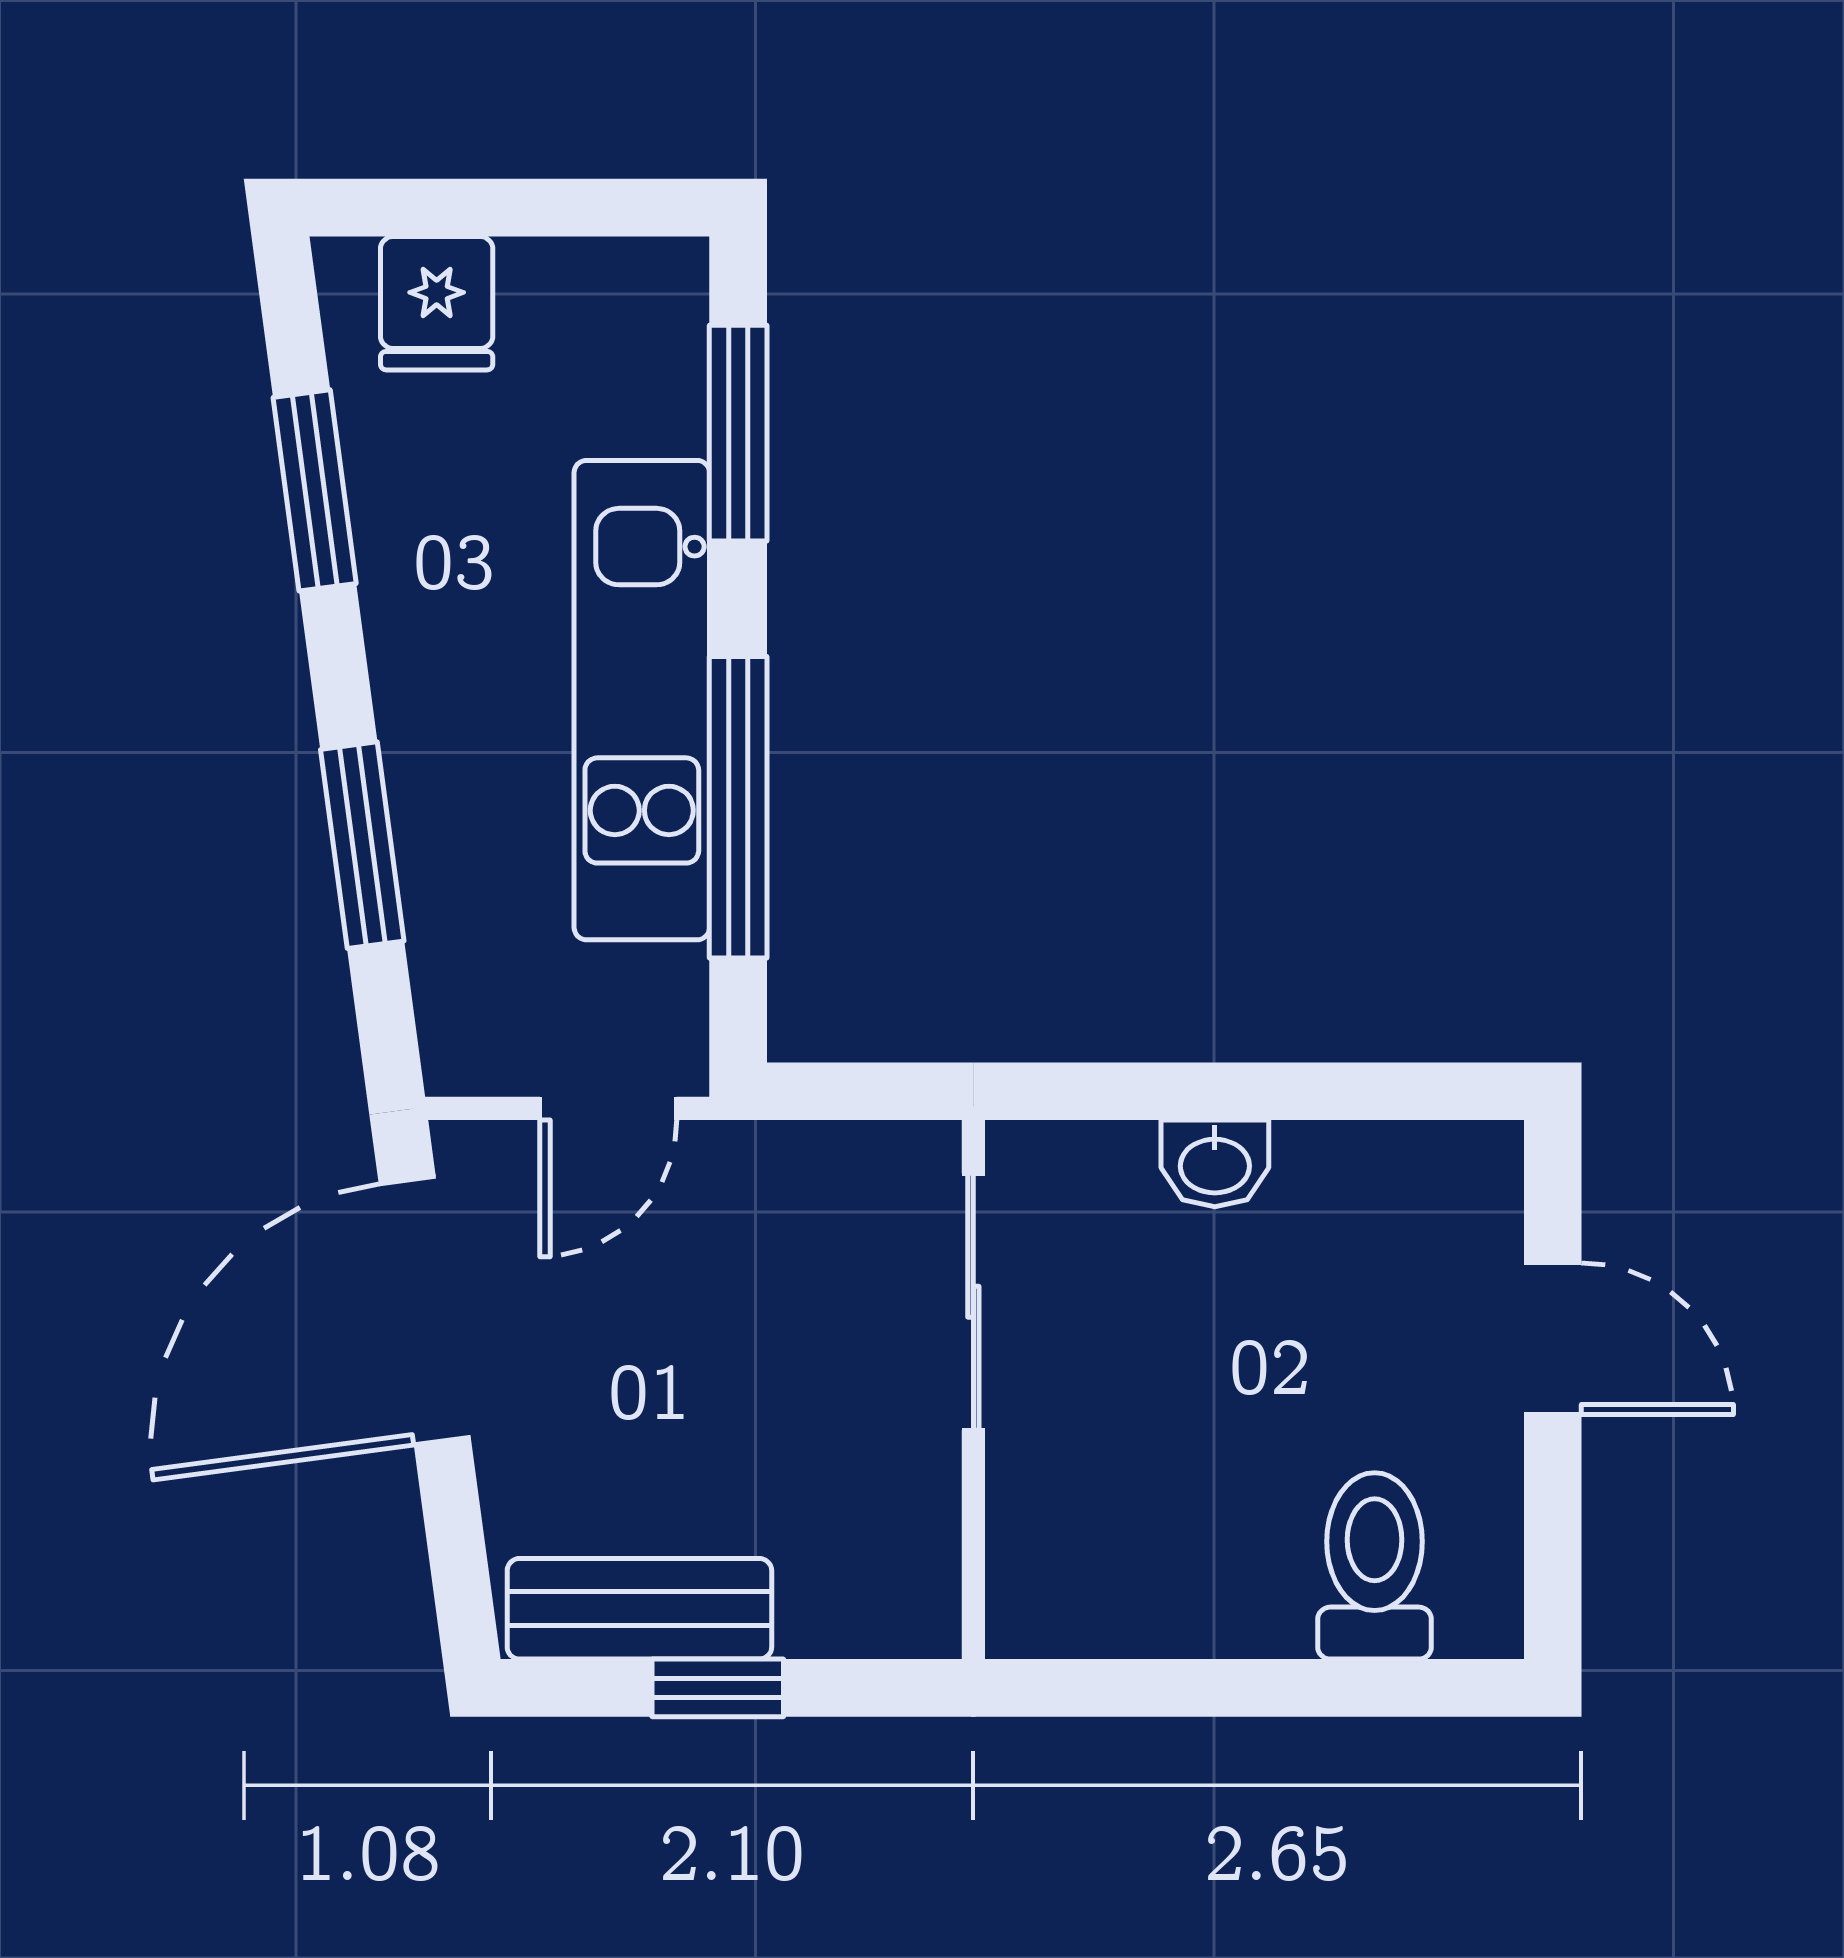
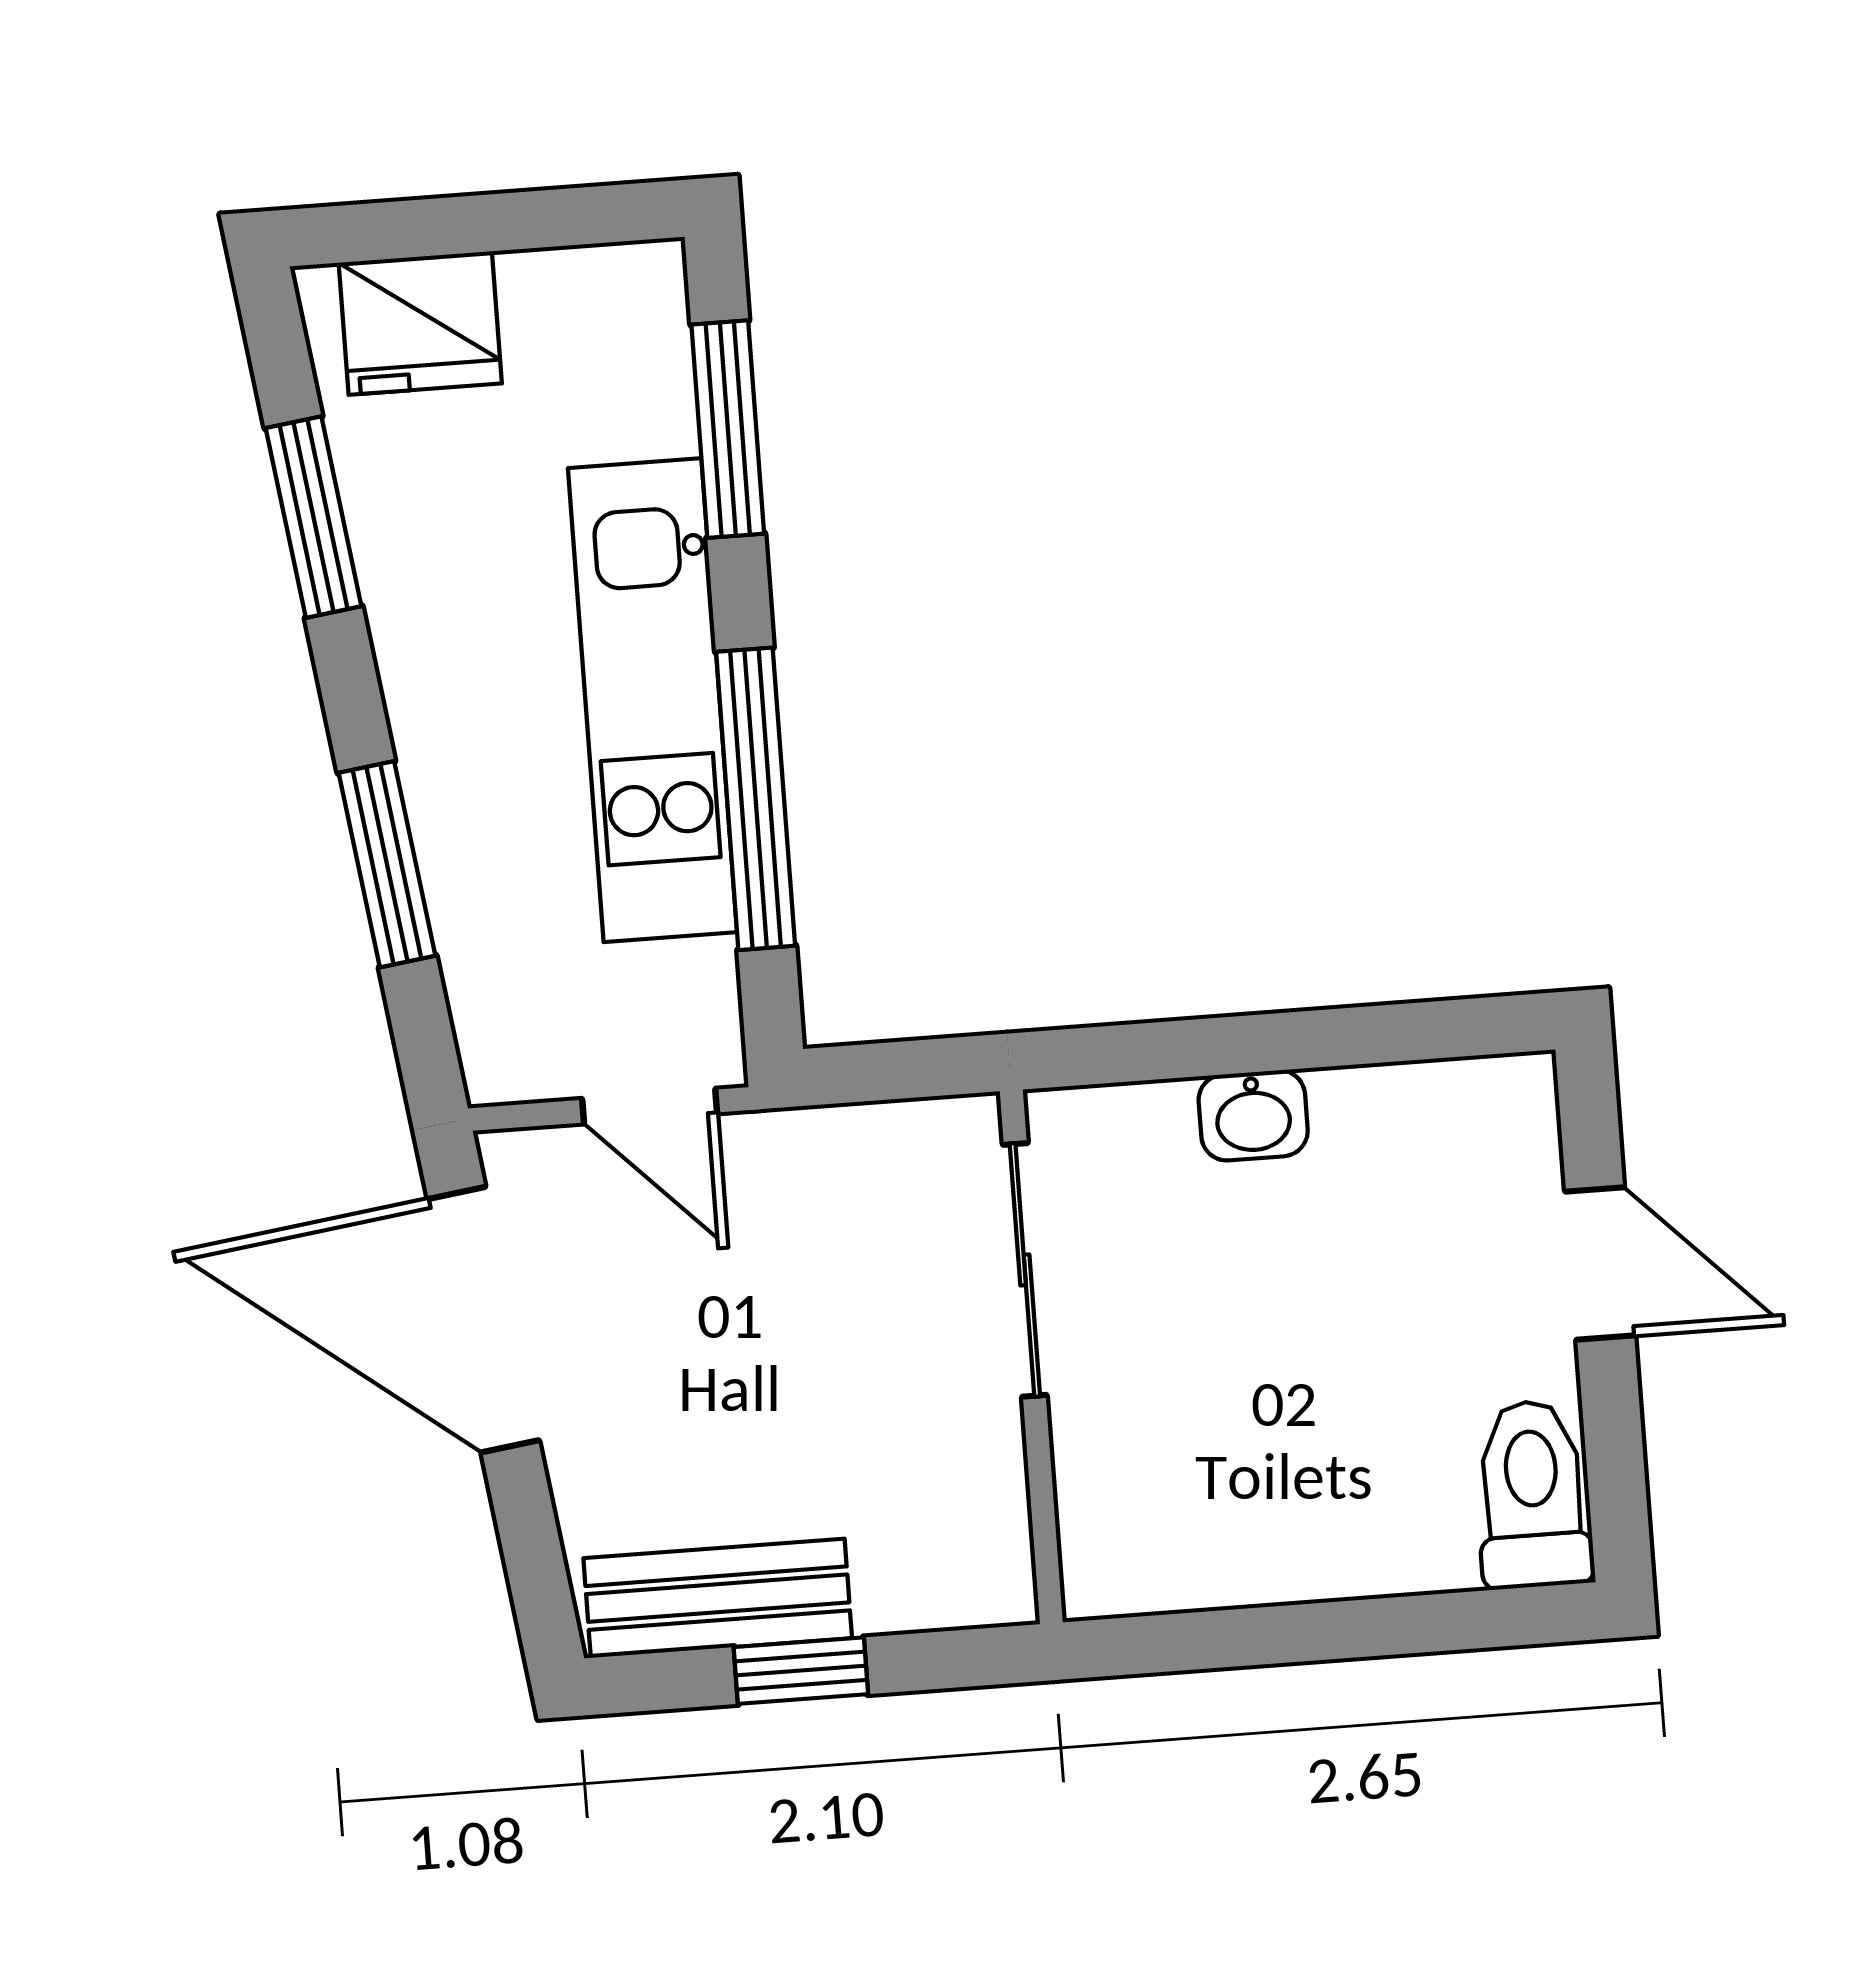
fridge: (437, 303) -> (420, 323), width x1.38
door: (608, 1108) -> (650, 1106), hinge flipped
door: (425, 1311) -> (483, 1320), hinge flipped
toilet: (1375, 1566) -> (1533, 1494), moved

